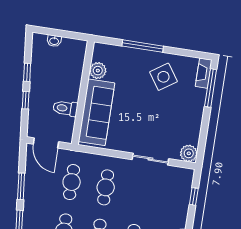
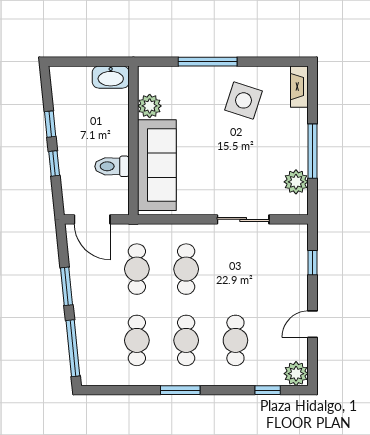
washbasin: (54, 41) -> (111, 77), moved, width x1.91, depth x1.45
side table: (163, 77) -> (244, 100), turned -38
window: (211, 88) -> (312, 151), moved
plant: (189, 153) -> (296, 182), moved

